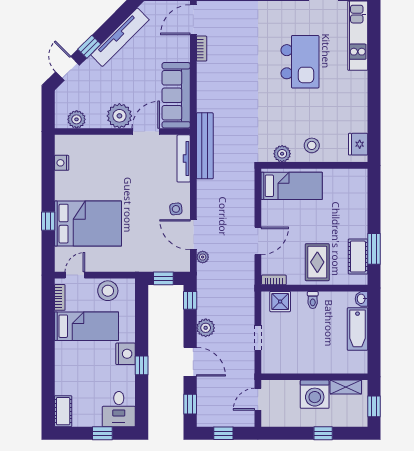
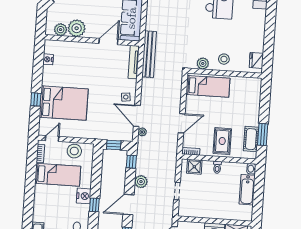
plant: (119, 116) -> (77, 28), moved
door: (190, 362) -> (128, 205), swing flipped

